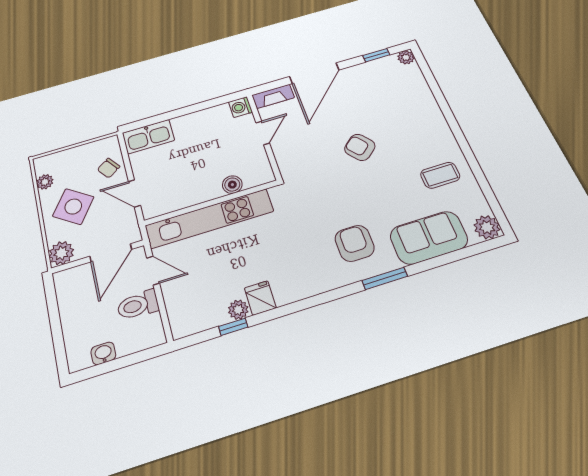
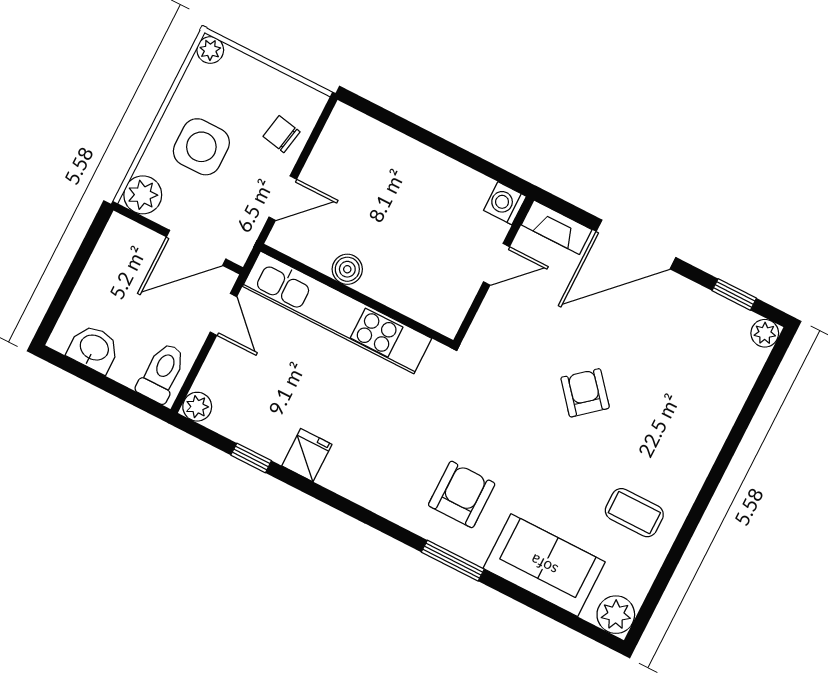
kitchen sink: (148, 137) -> (363, 136), removed
chair: (109, 168) -> (282, 134), turned 46
plant: (45, 182) -> (210, 50), moved
boiler: (232, 185) -> (347, 269), moved
door: (134, 193) -> (283, 198), swing flipped
side table: (73, 207) -> (201, 147), turned -35
toilet: (138, 305) -> (162, 373), moved, turned 90
plant: (238, 310) -> (197, 407), moved
washbasin: (103, 353) -> (94, 349), width x1.38, depth x1.45

